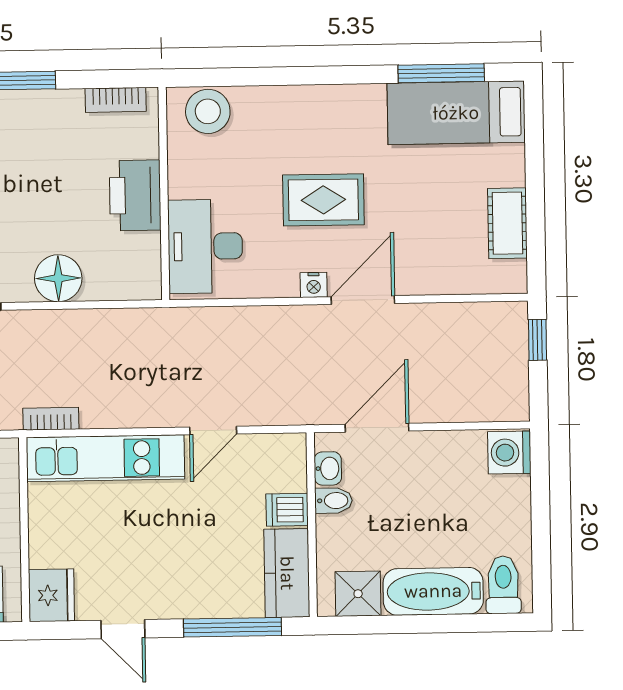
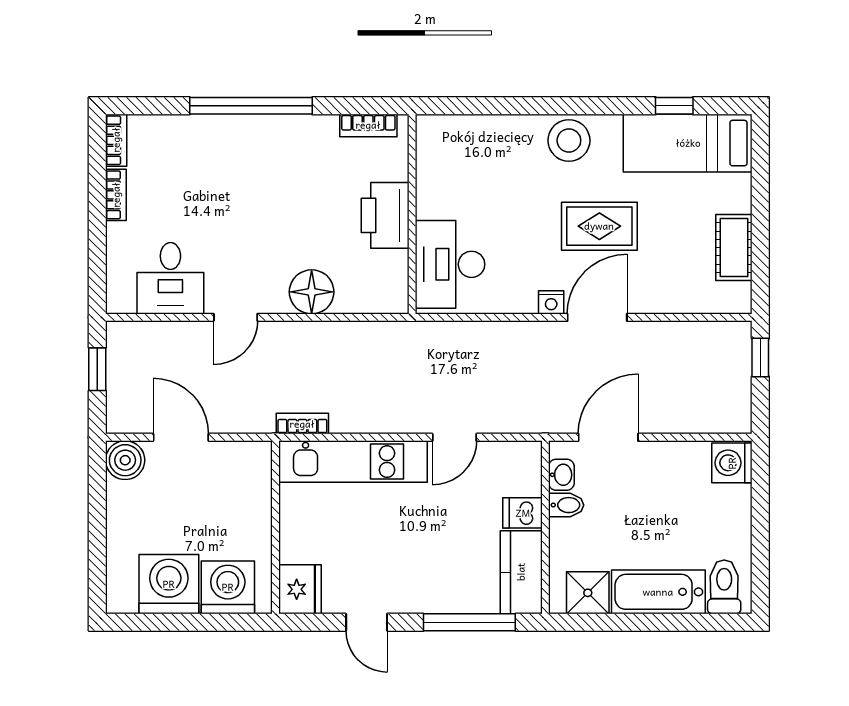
window: (441, 73) -> (674, 106), width x0.46
stool: (208, 111) -> (569, 140), moved
rug: (323, 200) -> (599, 226), moved

